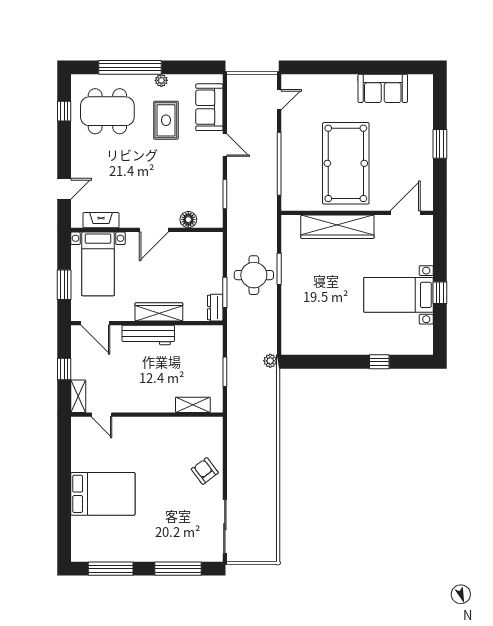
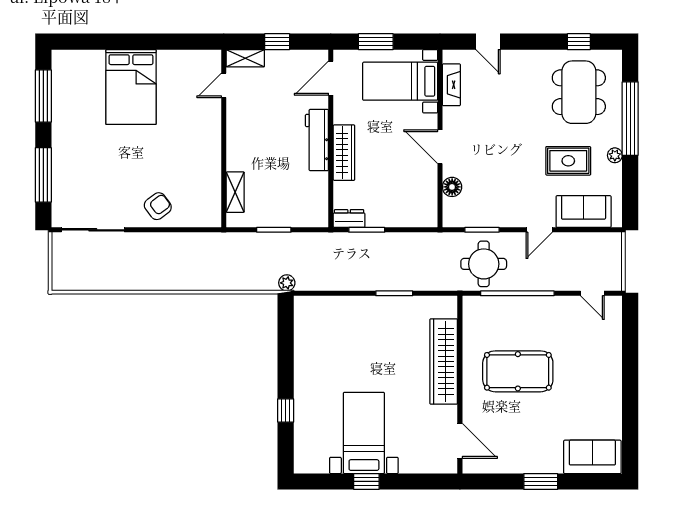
sofa: (383, 88) -> (592, 457), moved, turned 90
pool table: (346, 163) -> (518, 371), width x0.73, depth x0.76
round table: (254, 275) -> (484, 264), moved

